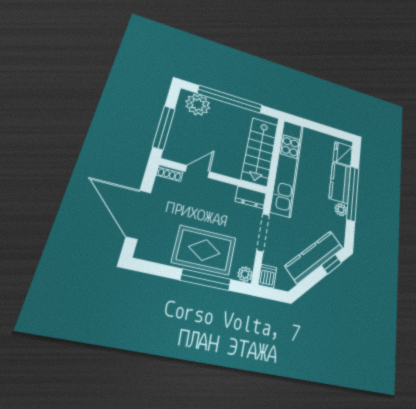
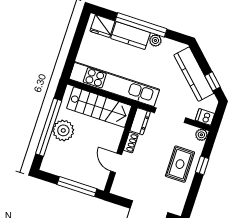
plant: (198, 105) -> (63, 130), moved
shoe rack: (170, 173) -> (131, 143), moved
rug: (204, 250) -> (180, 164), width x0.73, depth x0.70
window: (331, 264) -> (213, 81), moved
window: (206, 280) -> (202, 165), width x0.46

